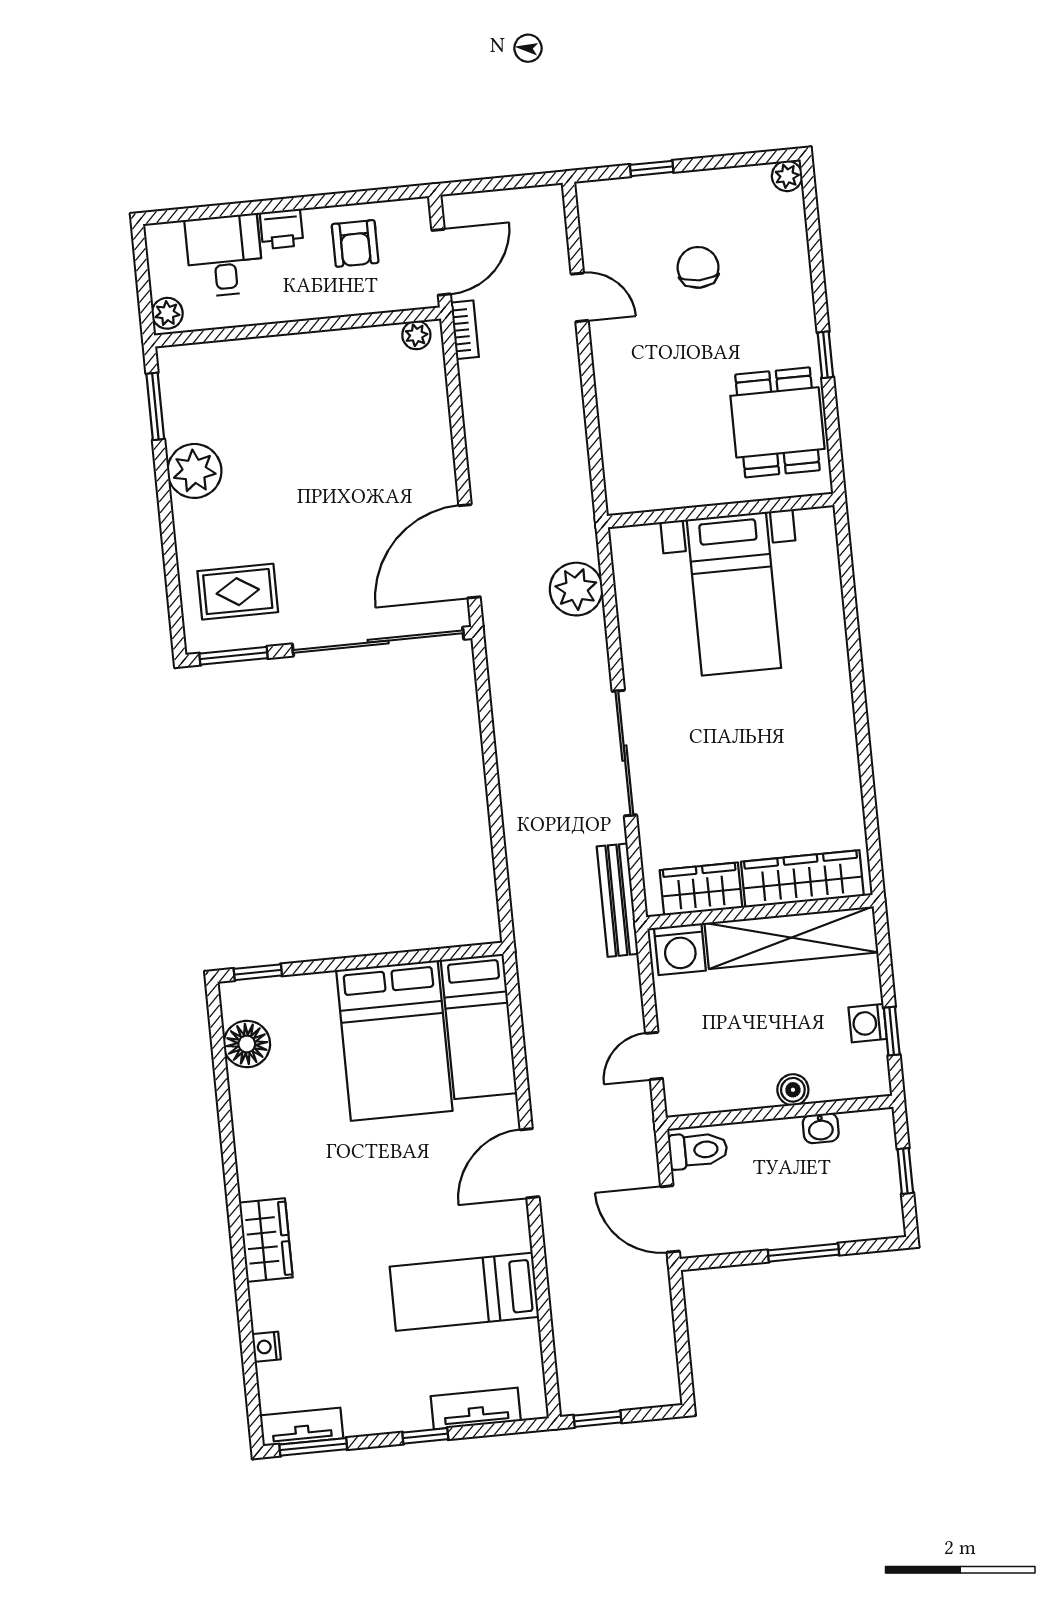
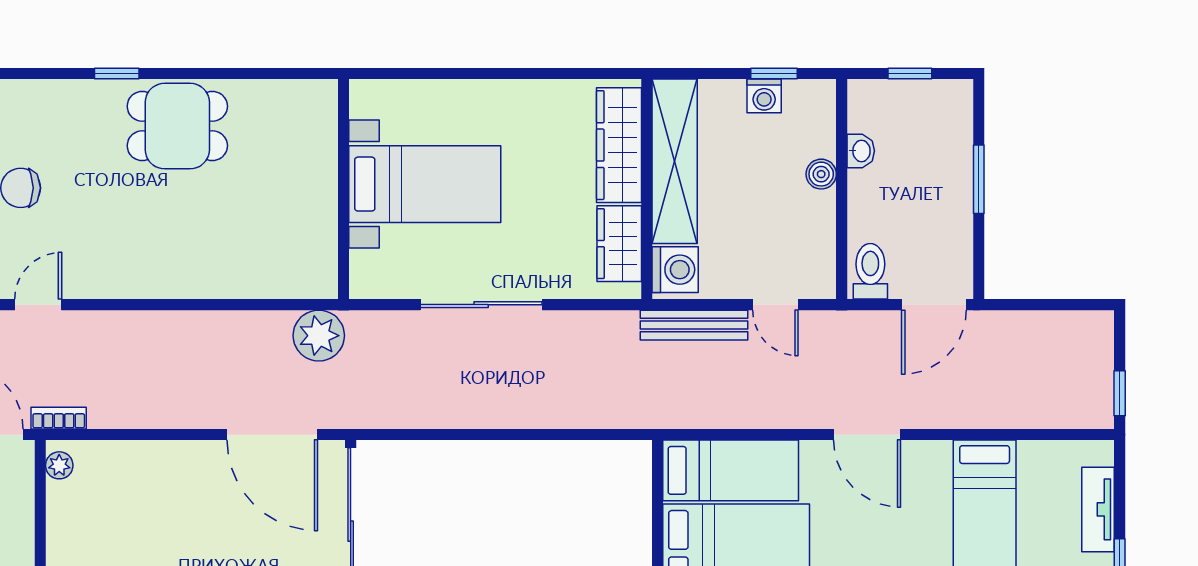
wall: (721, 511) -> (343, 189), moved
bed with nightstands: (734, 594) -> (425, 184), moved
bench: (618, 900) -> (694, 325), moved

